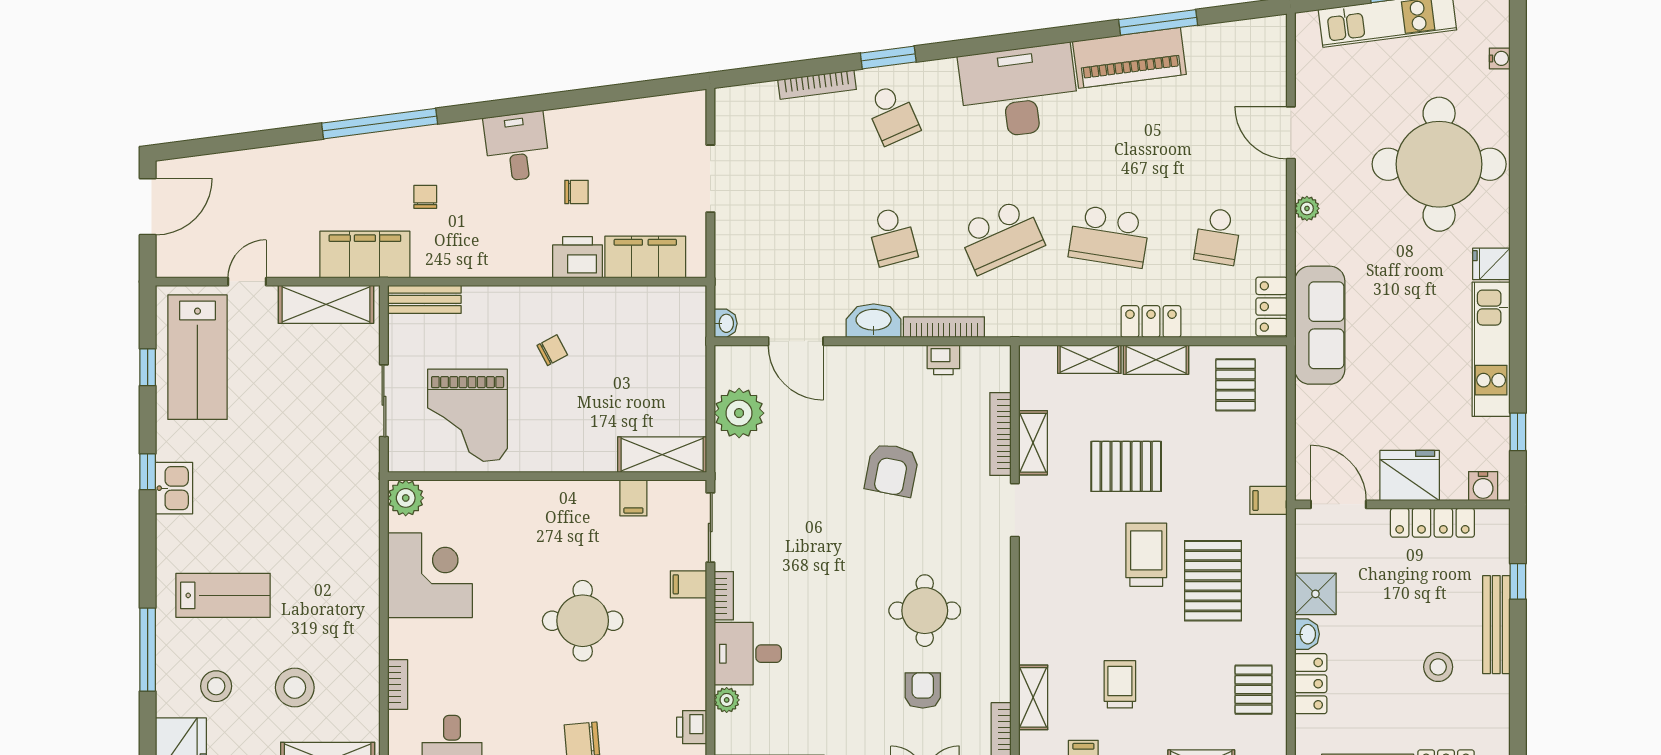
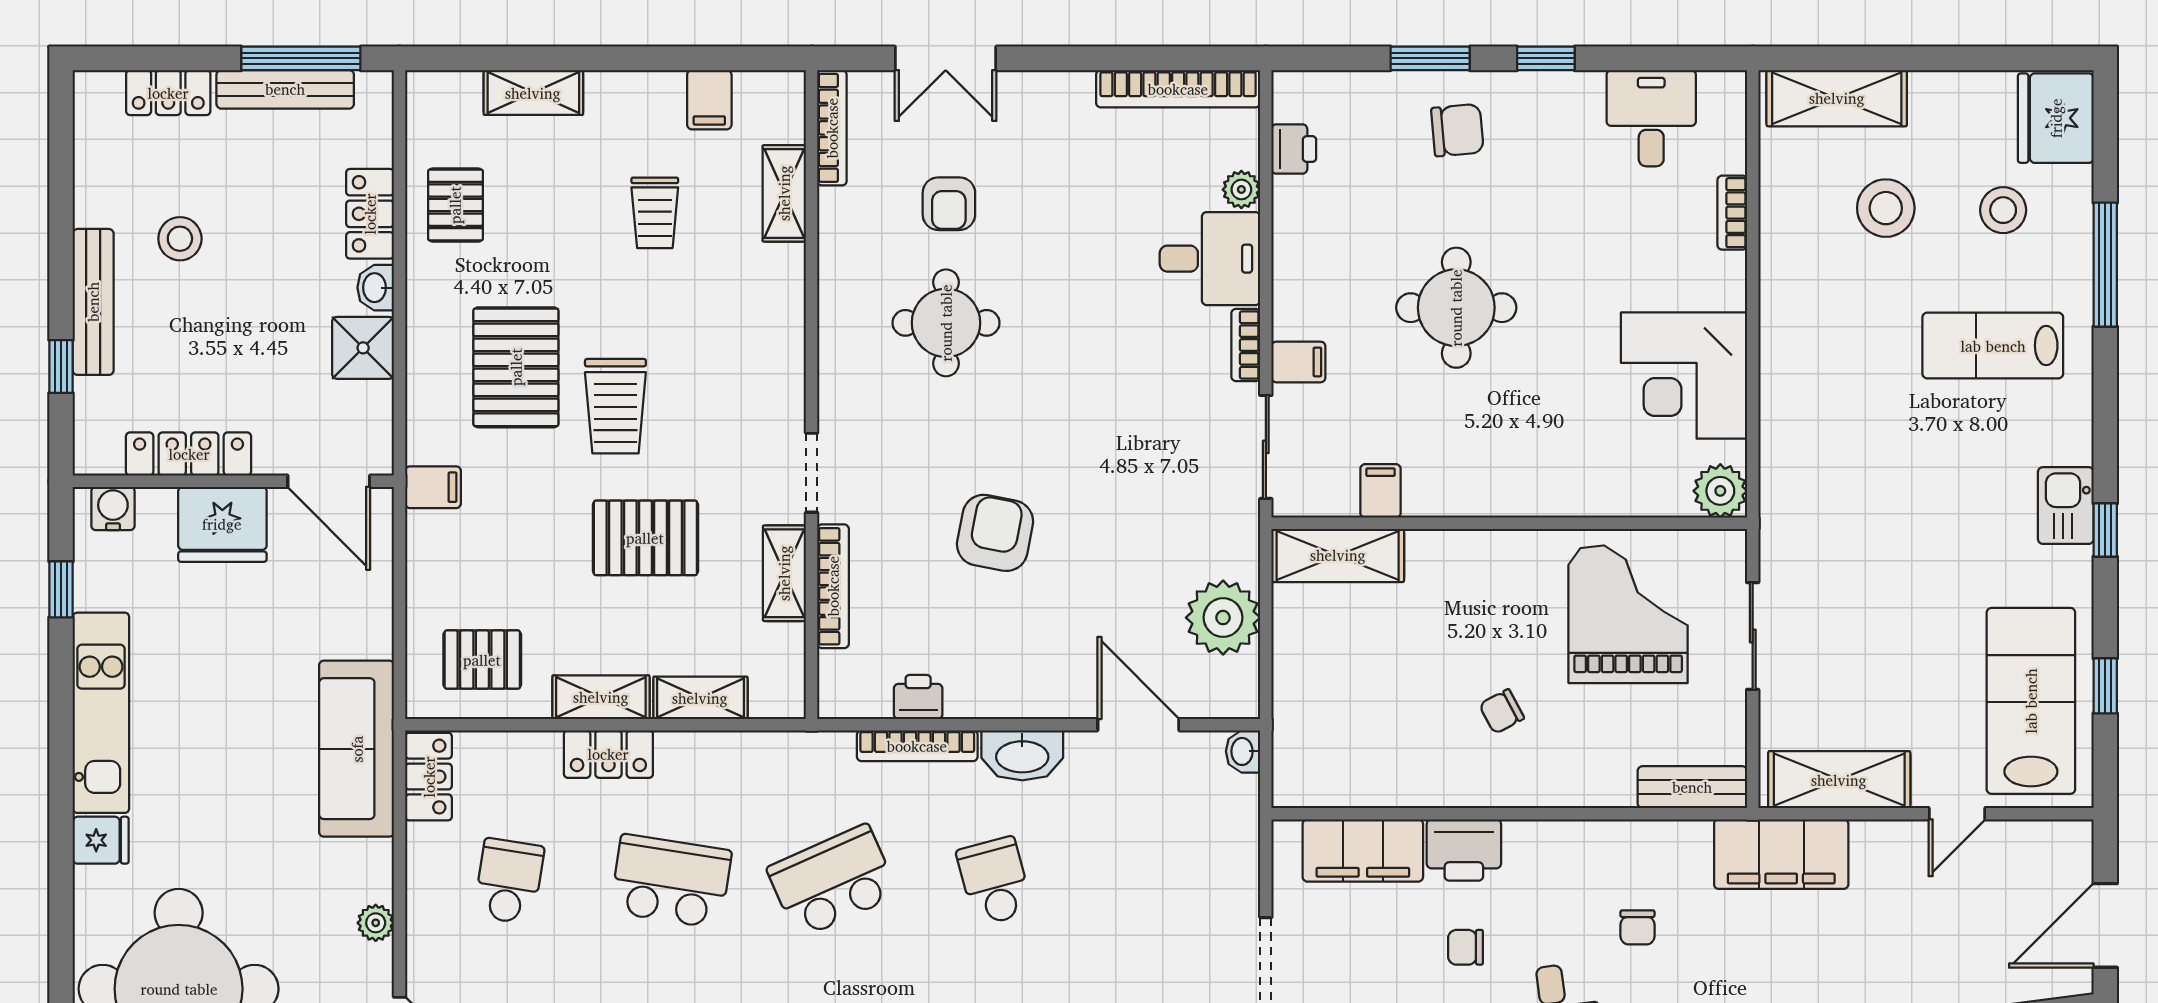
chair: (425, 197) -> (1638, 927), moved
pallet: (1236, 385) -> (482, 660), turned 90

